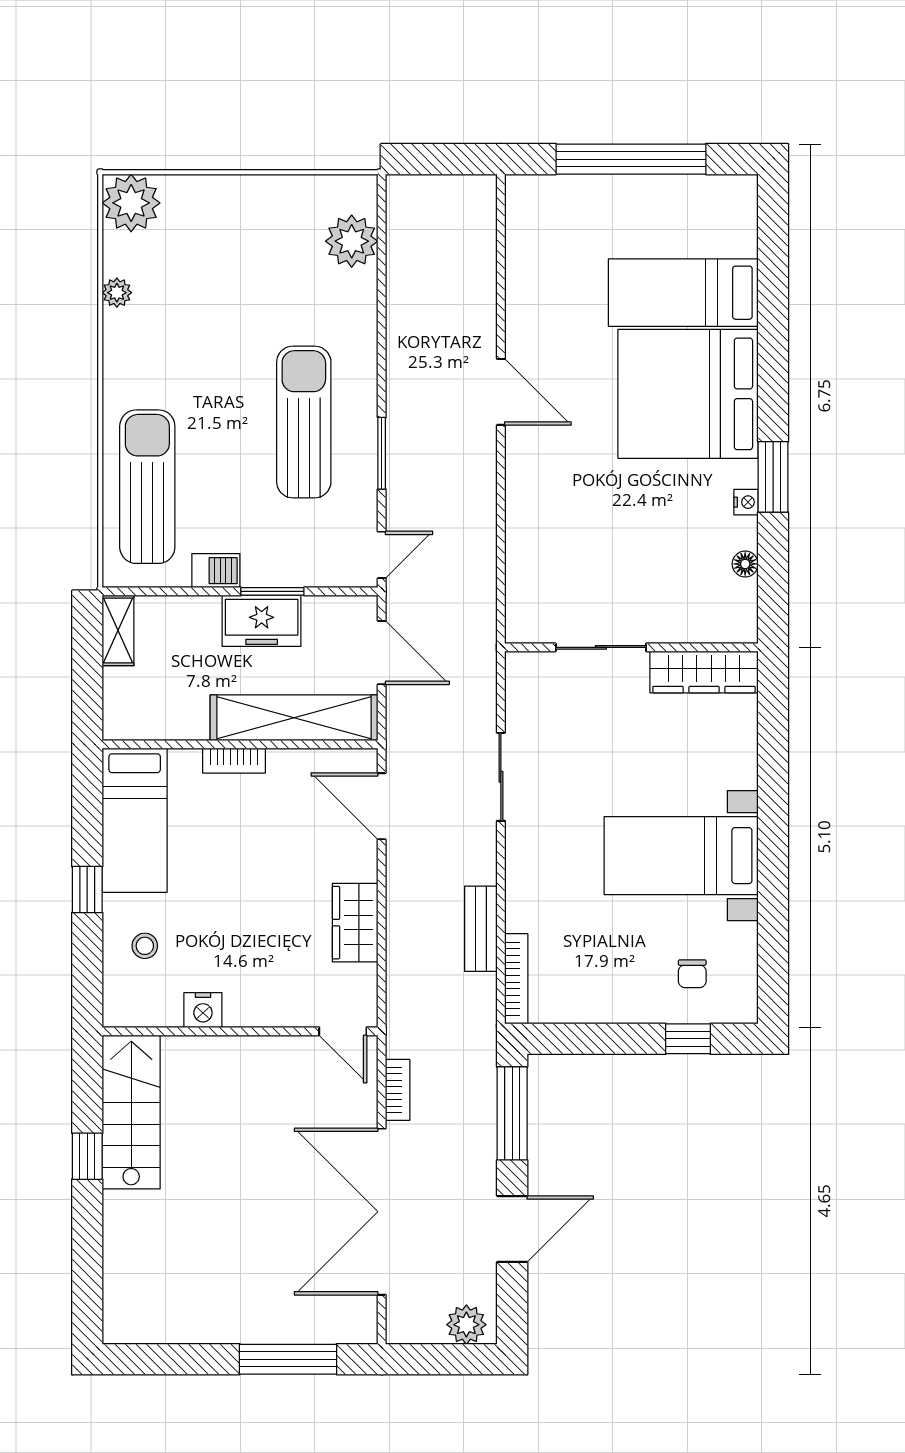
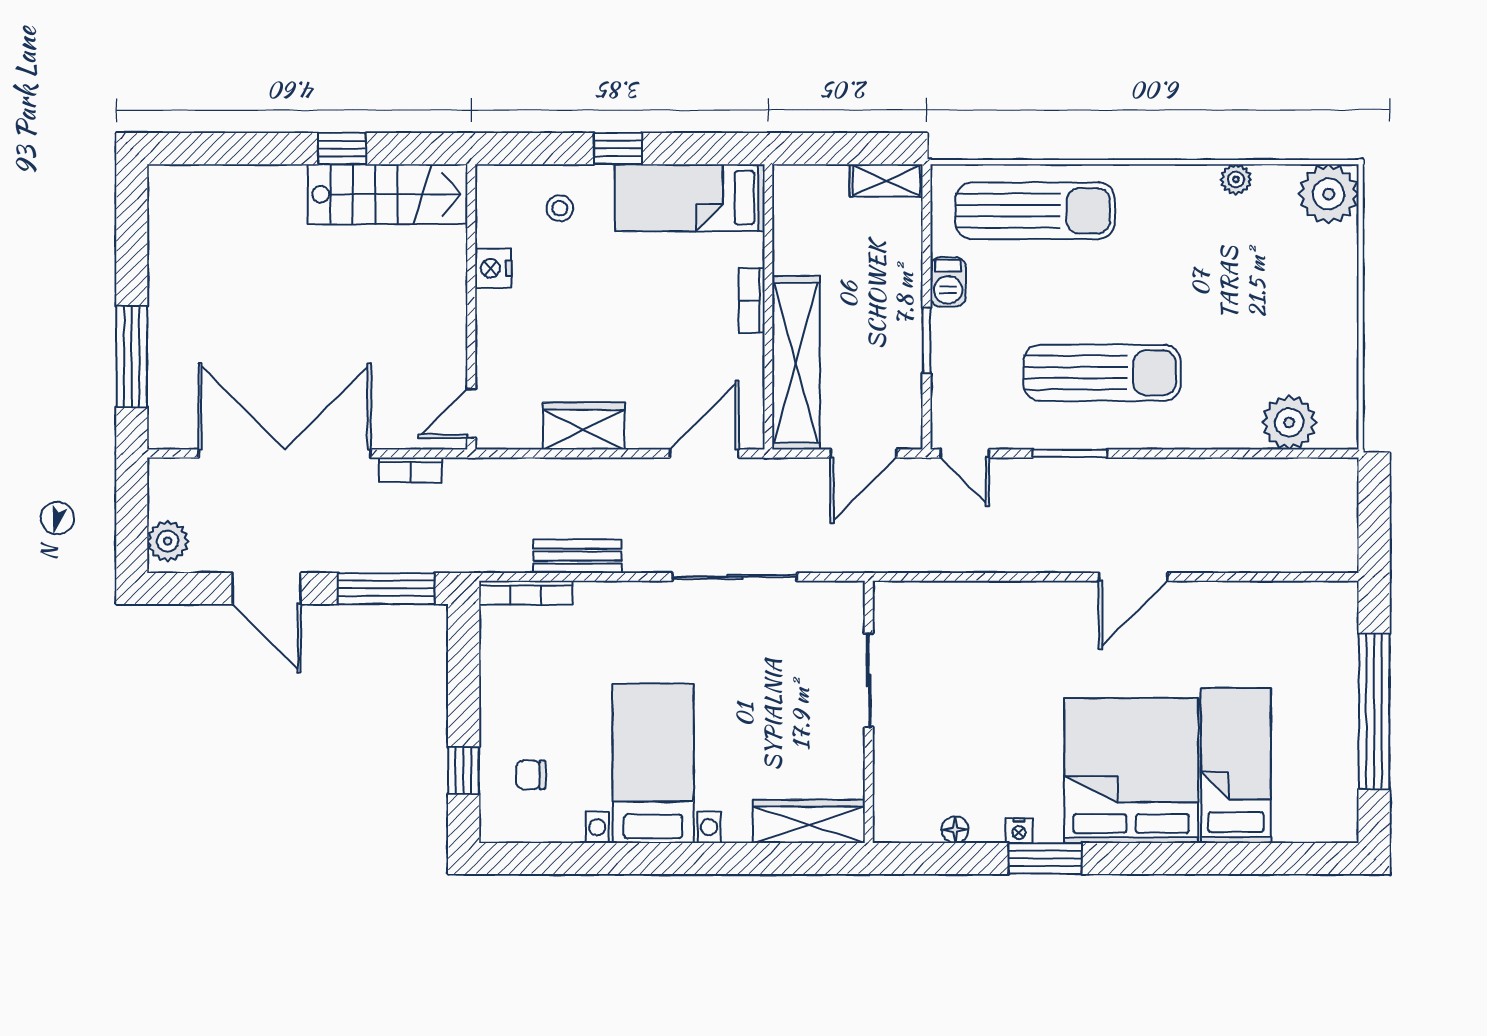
freezer: (262, 621) -> (896, 329), removed
wardrobe: (704, 672) -> (809, 821), moved, turned 90
sliding door: (501, 777) -> (735, 577), width x1.37

